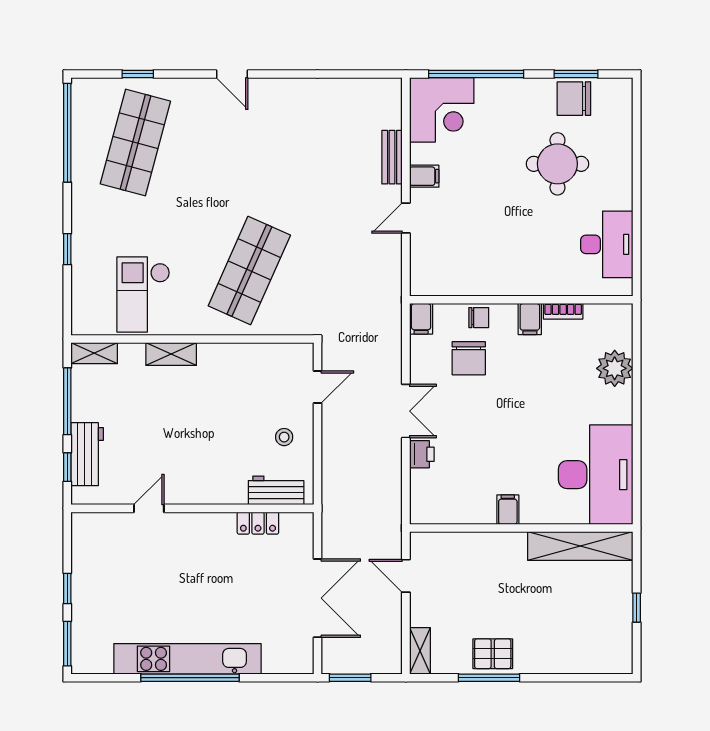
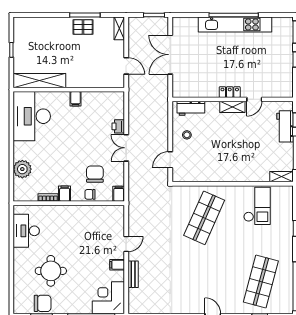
shelving: (171, 354) -> (232, 107), moved
locker: (258, 523) -> (230, 92), moved

